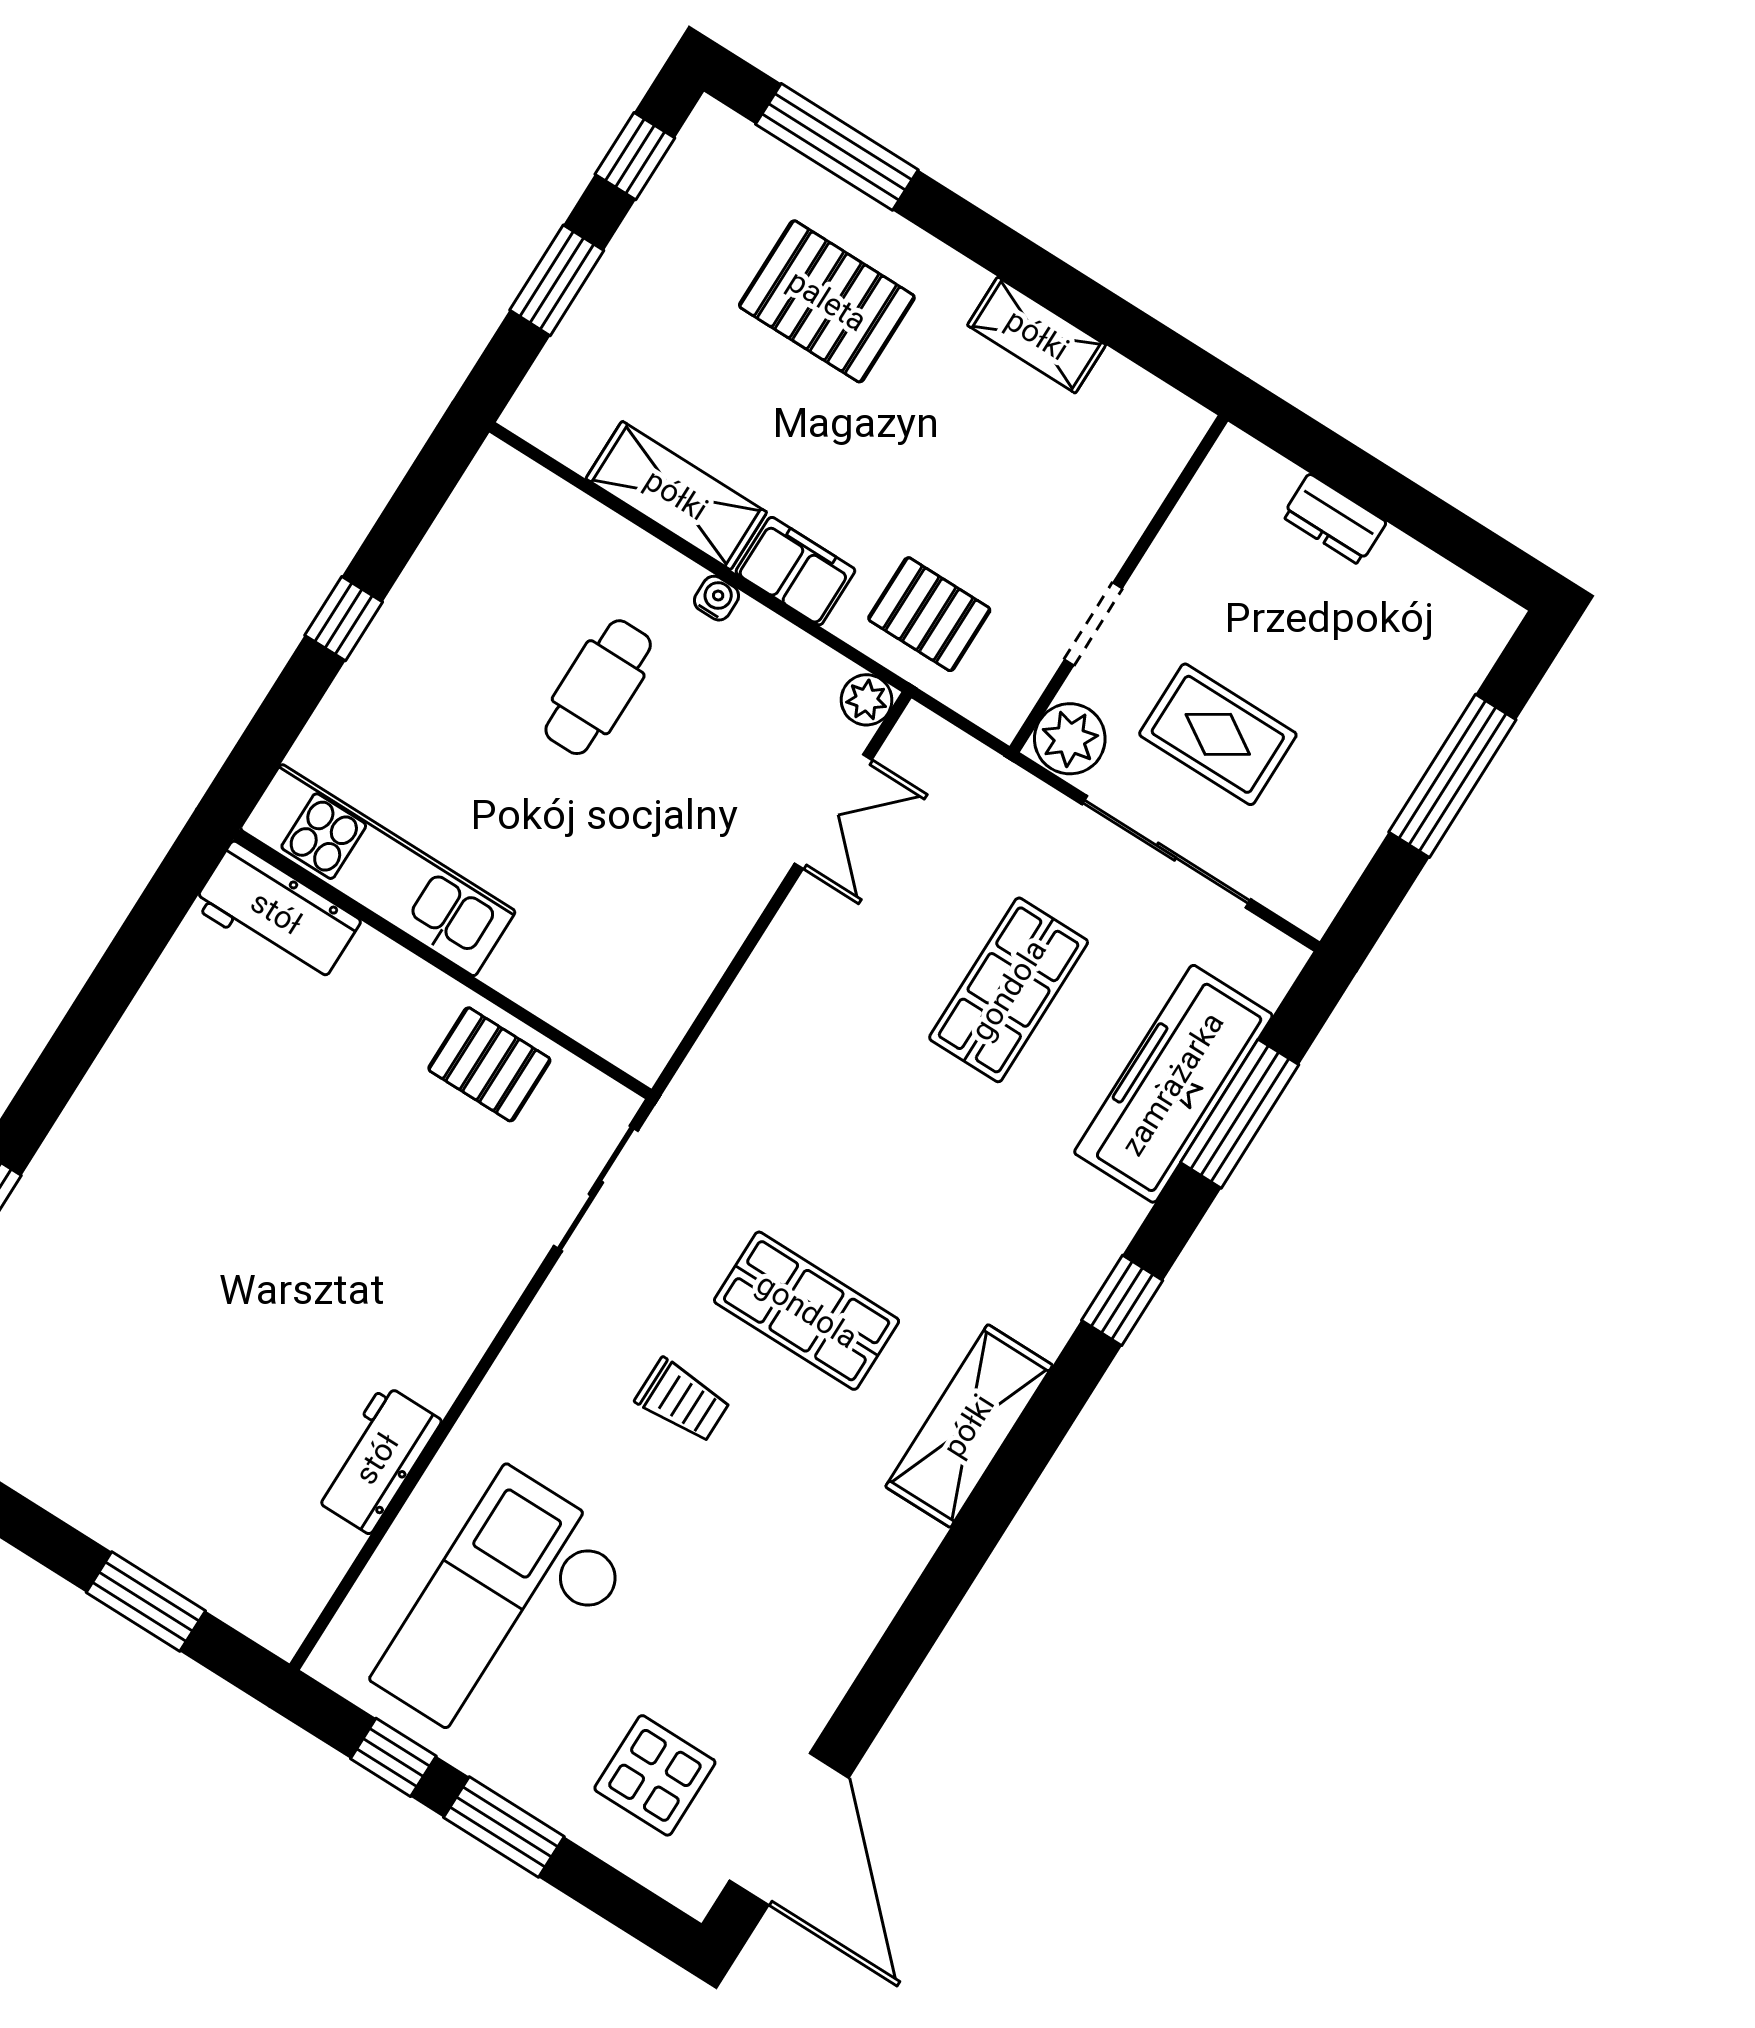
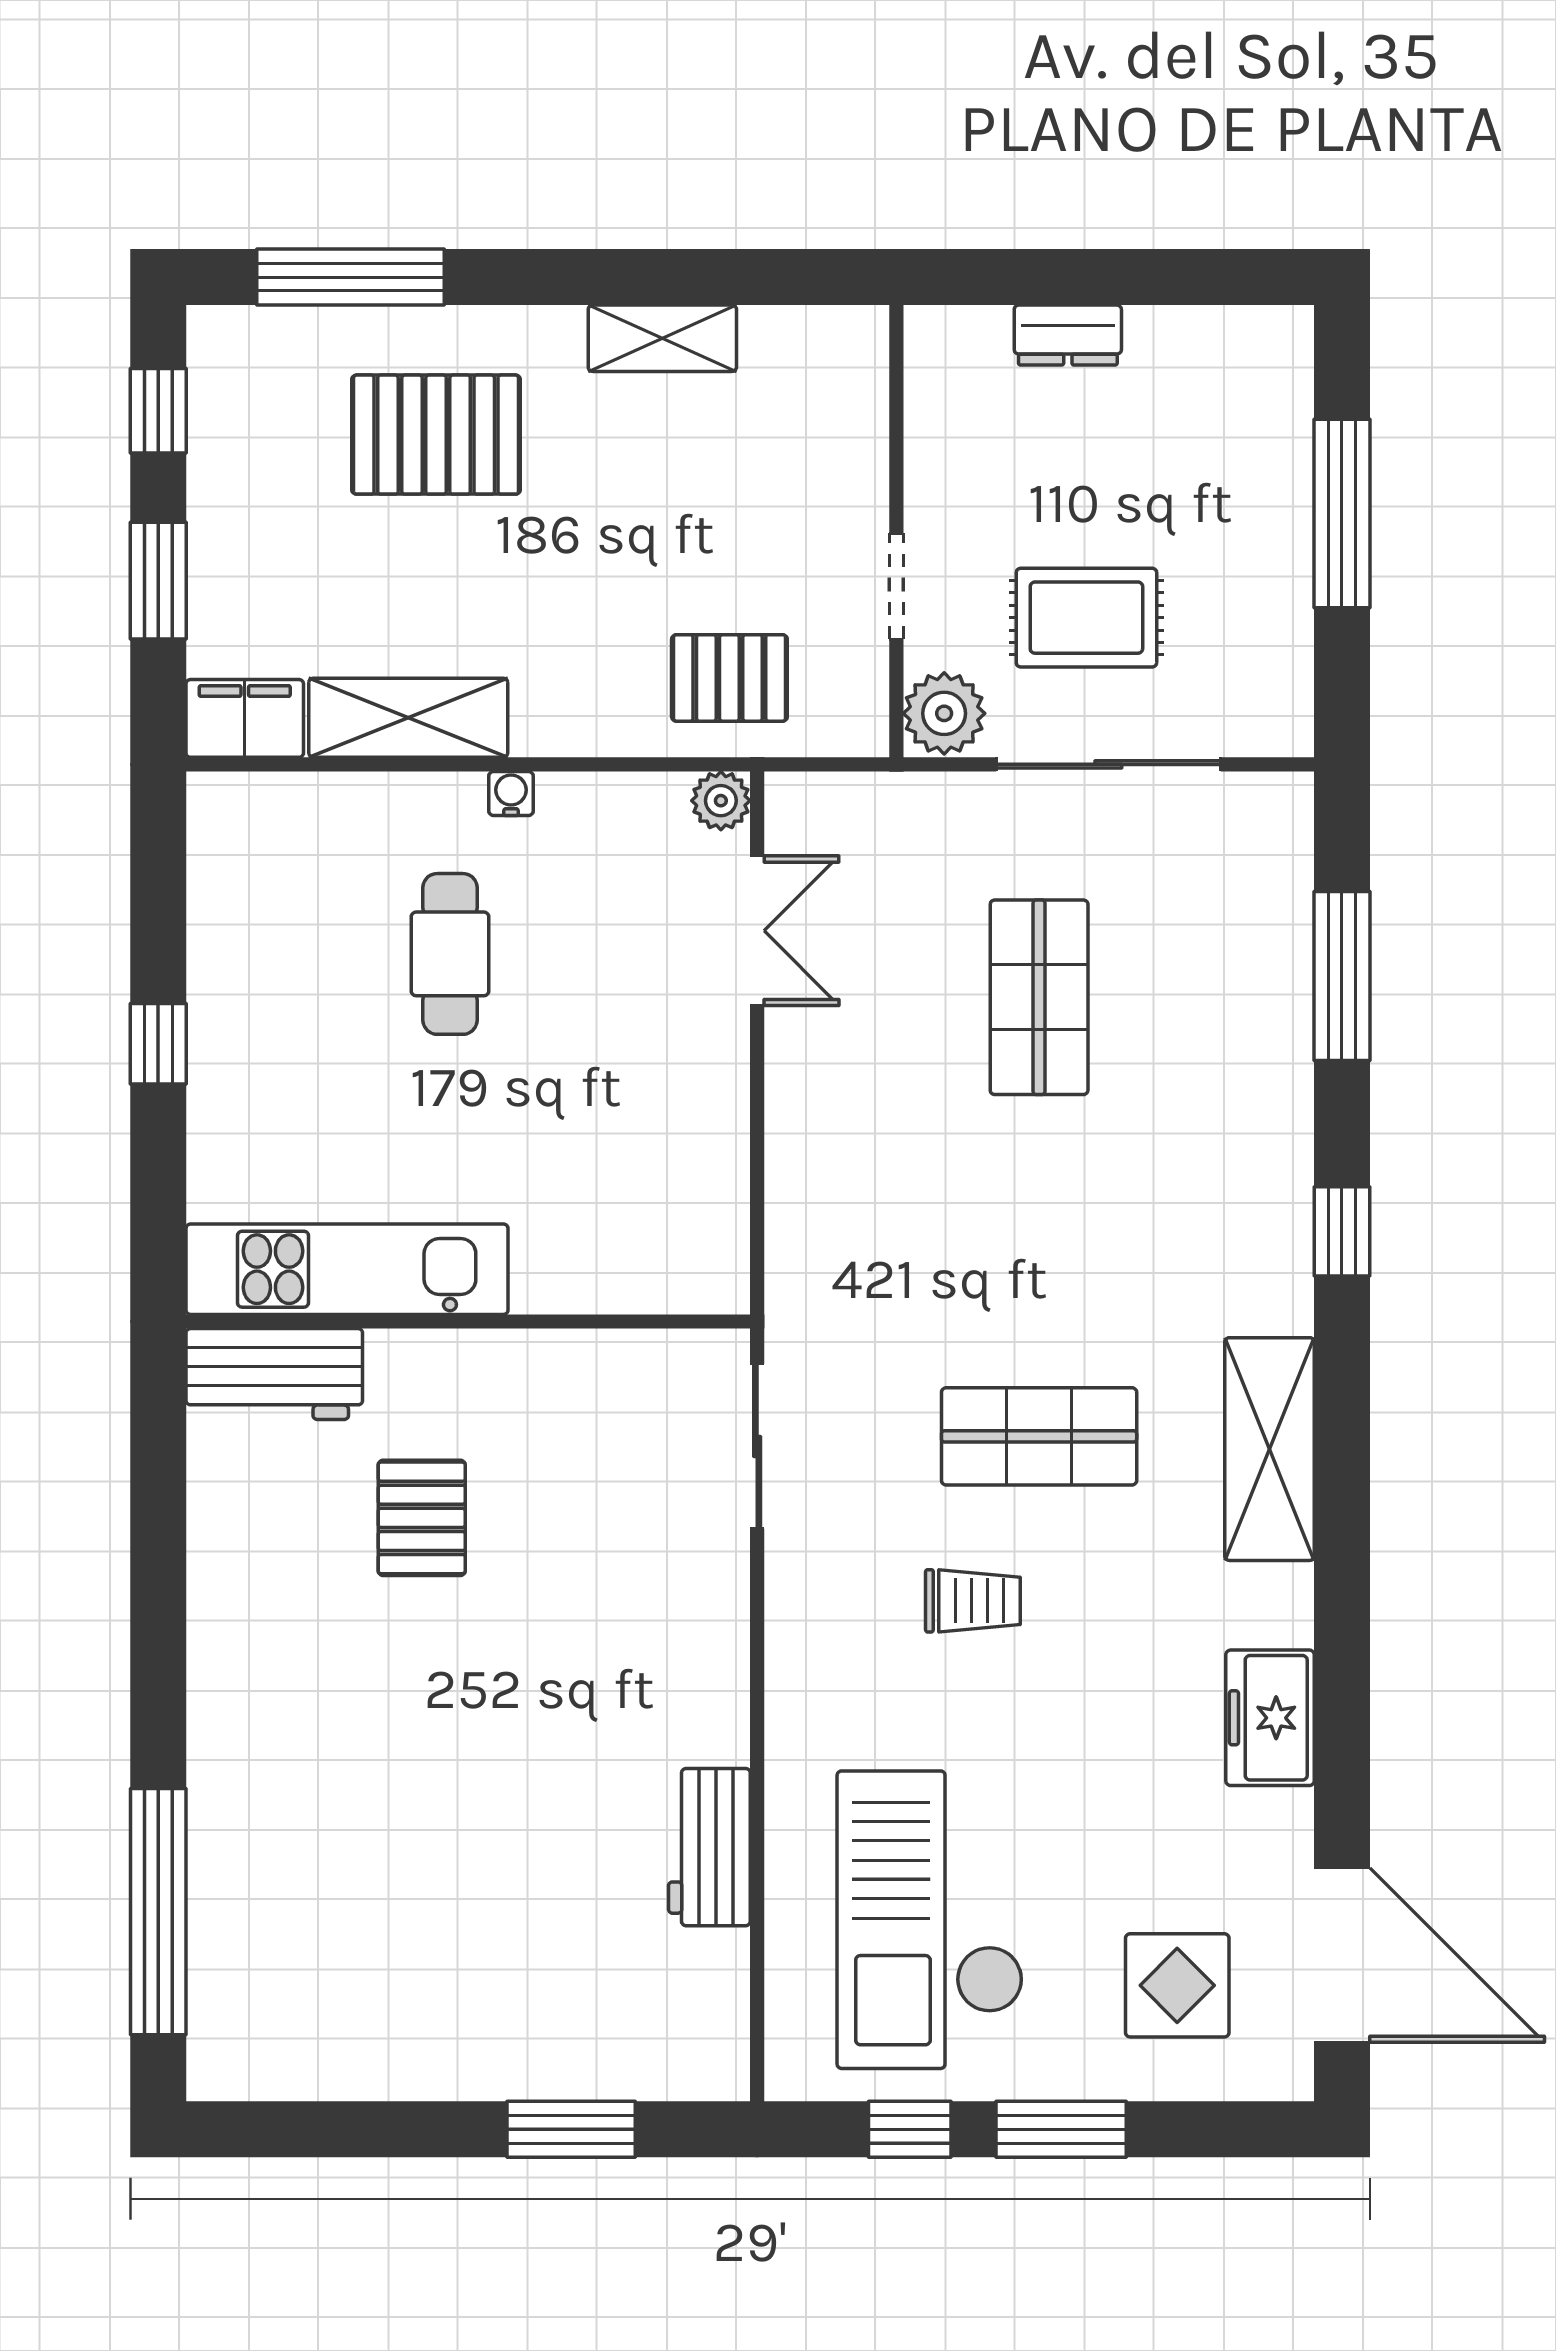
filing cabinet: (795, 571) -> (245, 718), moved
pallet: (489, 1064) -> (422, 1518), moved, turned 90
freezer: (1173, 1084) -> (1270, 1718), moved, width x0.52, depth x0.79

